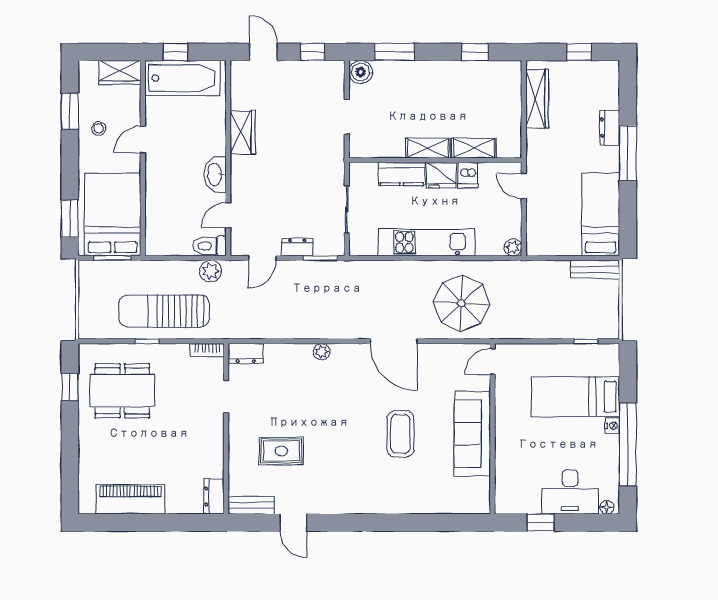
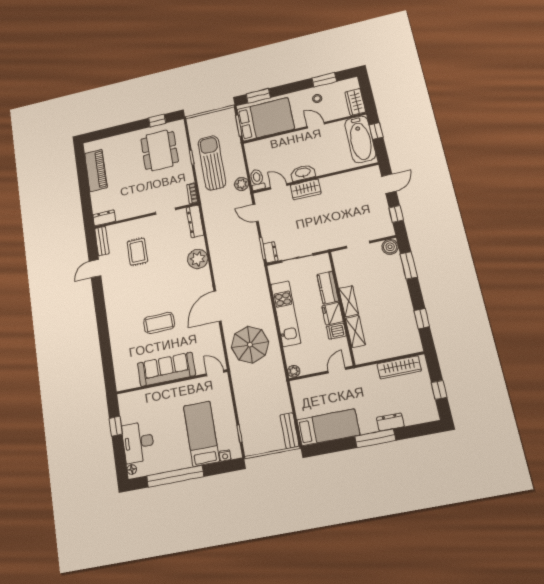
wardrobe: (243, 132) -> (306, 189), moved
dresser: (297, 247) -> (270, 252), moved
plant: (322, 352) -> (198, 259), width x1.88, depth x1.88
dresser: (246, 353) -> (195, 221), width x1.44
nightstand: (612, 426) -> (225, 456), moved

